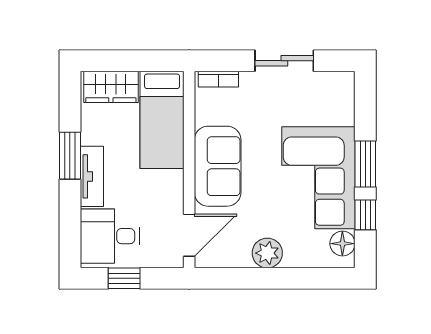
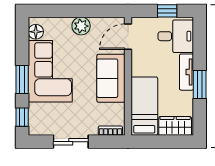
window: (365, 215) -> (22, 117), moved

